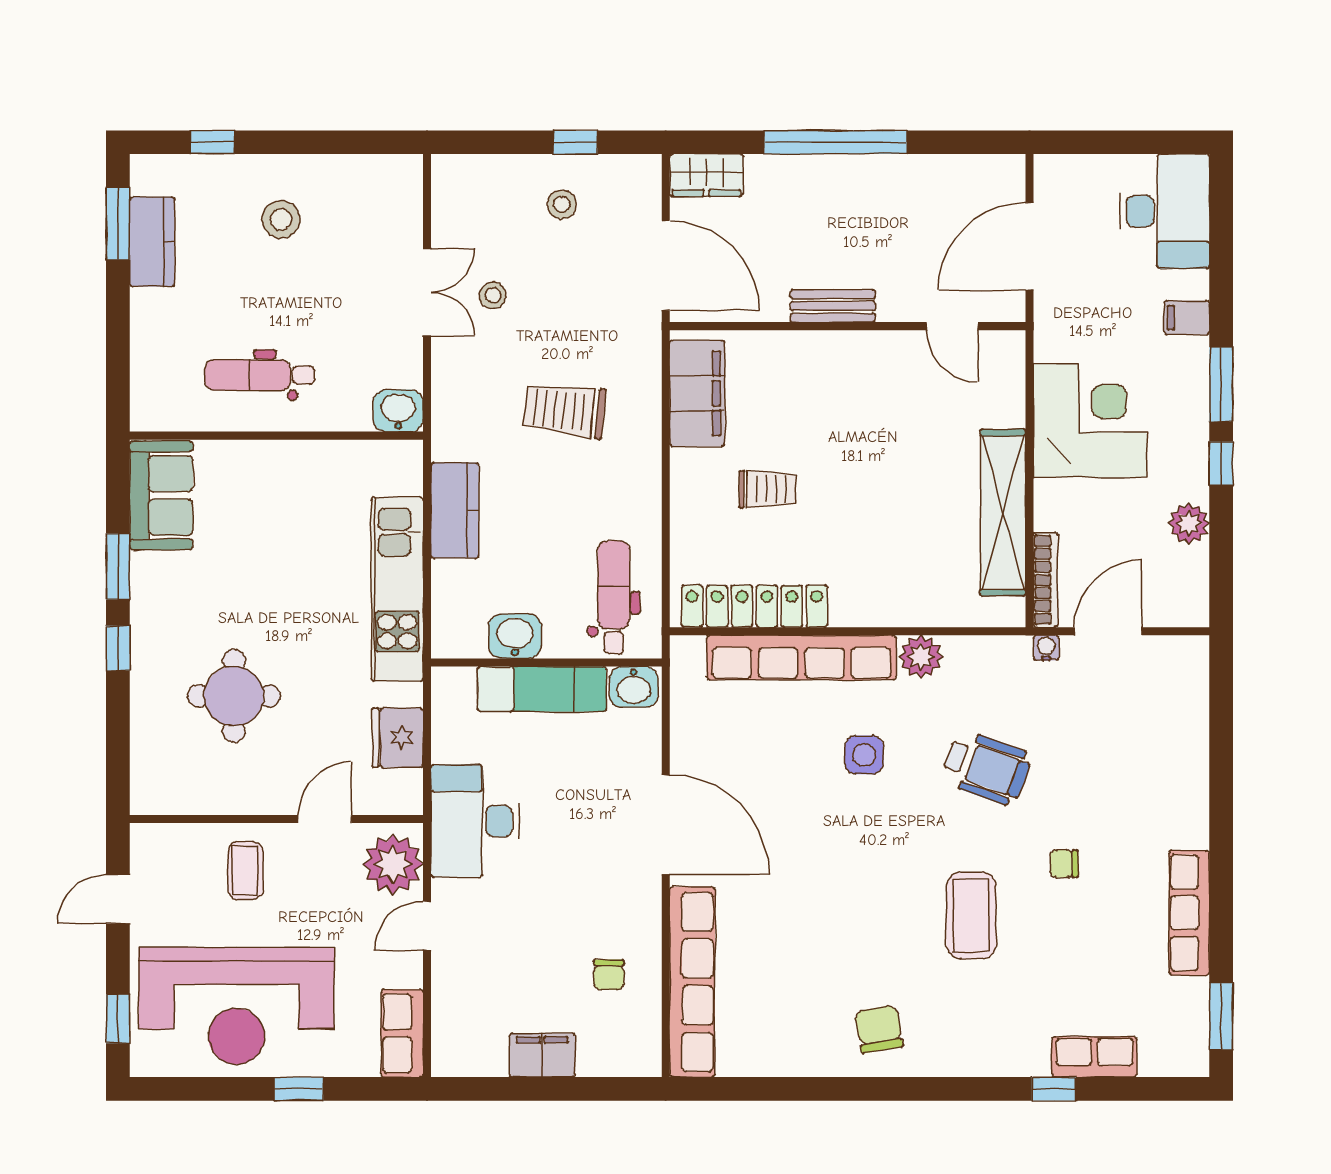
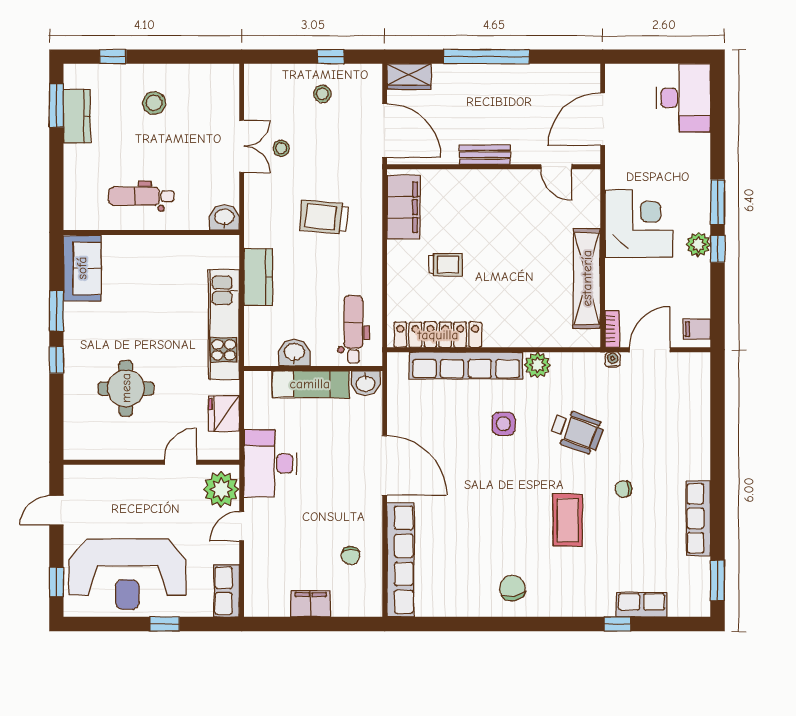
filing cabinet: (1187, 318) -> (697, 329), moved
plant: (1189, 523) -> (698, 244), moved
bookcase: (1046, 580) -> (612, 329), width x0.64
coffee table: (245, 871) -> (133, 493), removed

